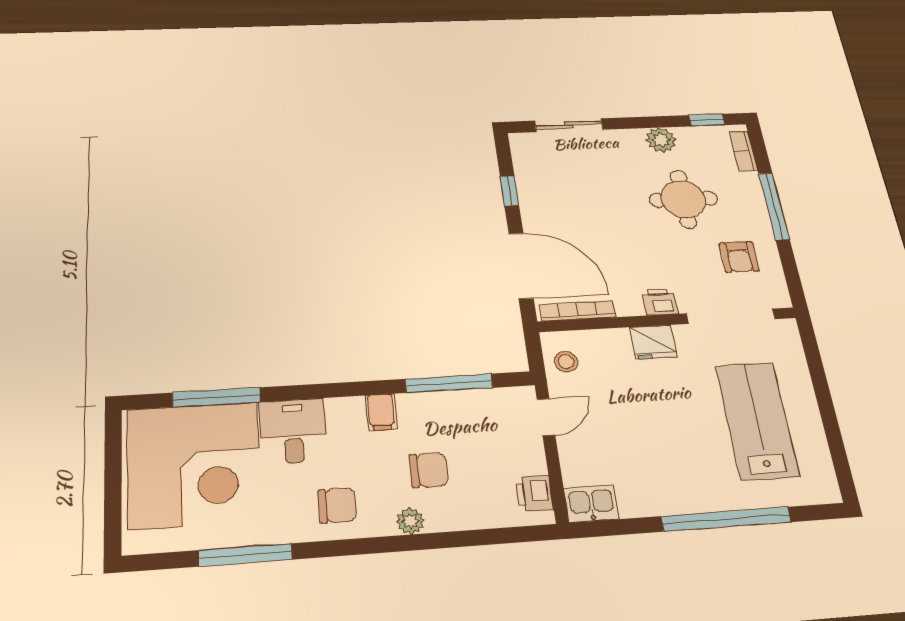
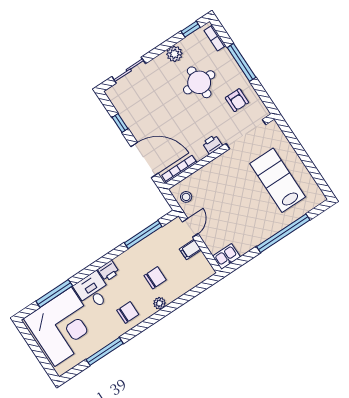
fridge: (653, 342) -> (218, 166), removed
filing cabinet: (381, 412) -> (190, 249), moved, turned 90
printer: (534, 494) -> (109, 271), moved, turned -90

